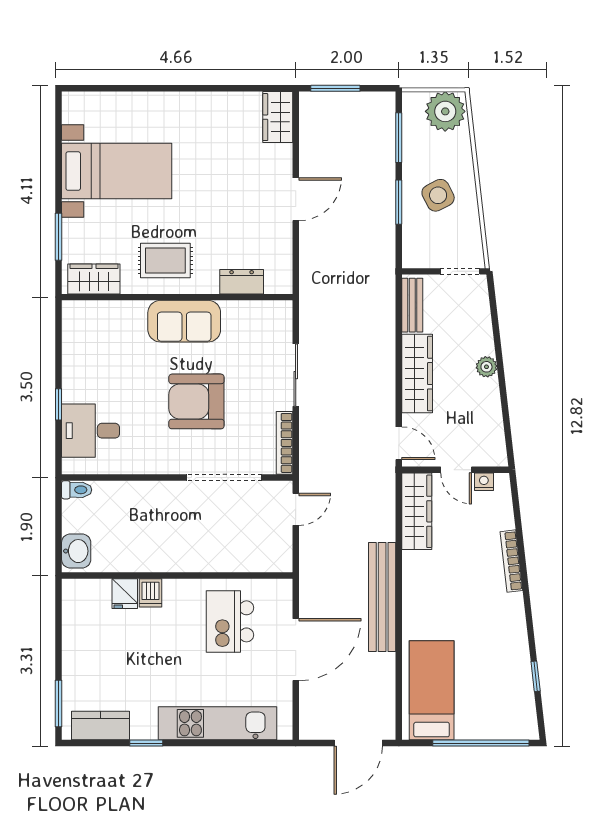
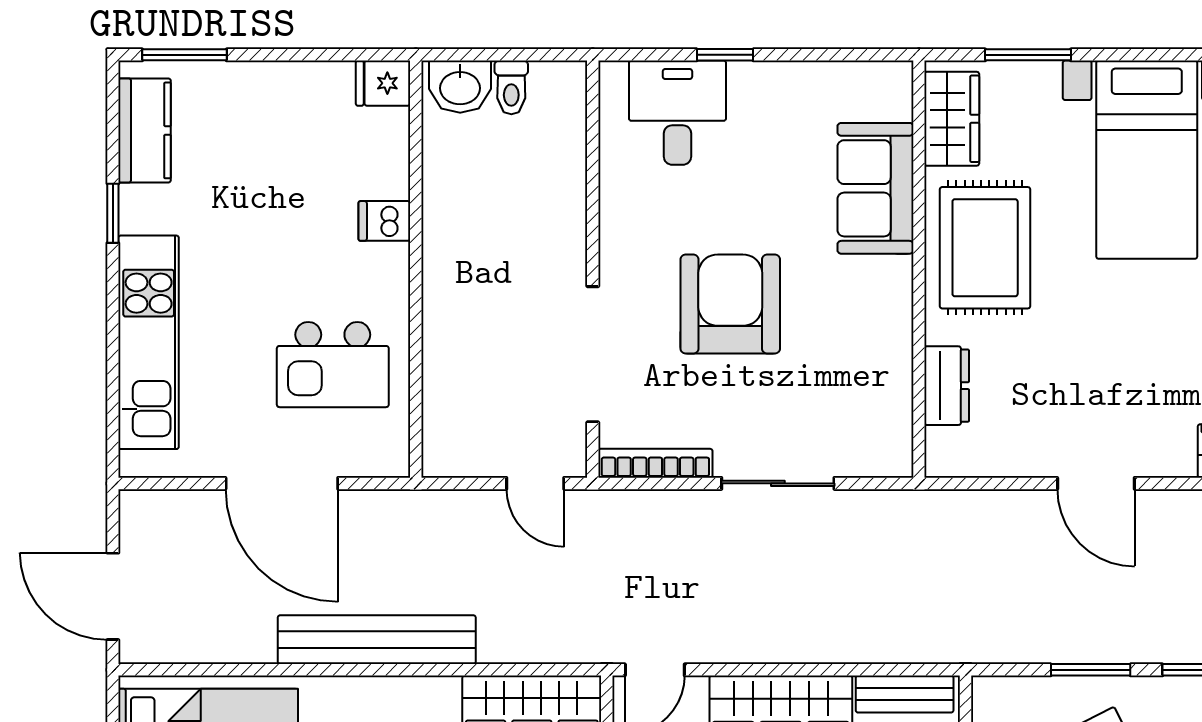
rug: (165, 261) -> (985, 248), width x1.36, depth x1.43
sofa: (184, 321) -> (875, 188), moved
toilet: (77, 490) -> (511, 87), moved
fridge: (125, 594) -> (383, 83), moved
kitchen island: (230, 621) -> (333, 365), turned 180

